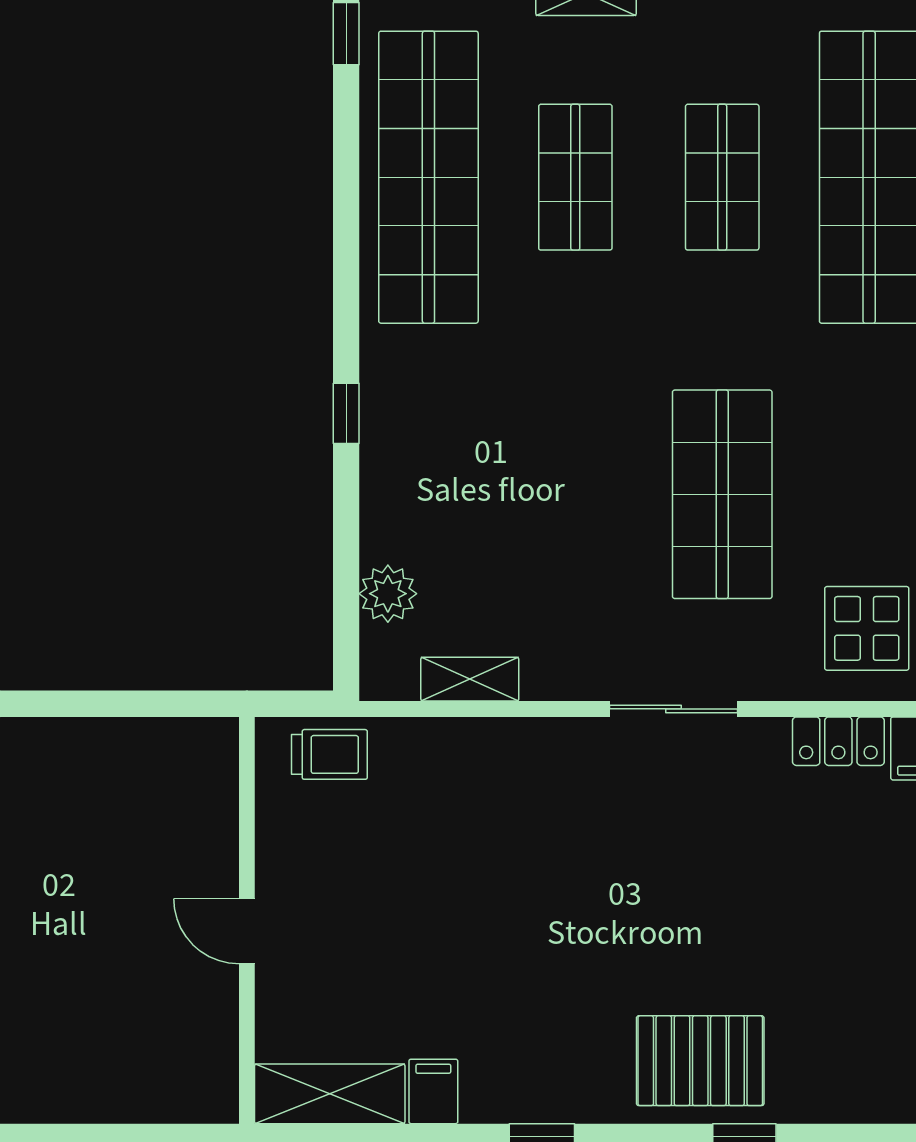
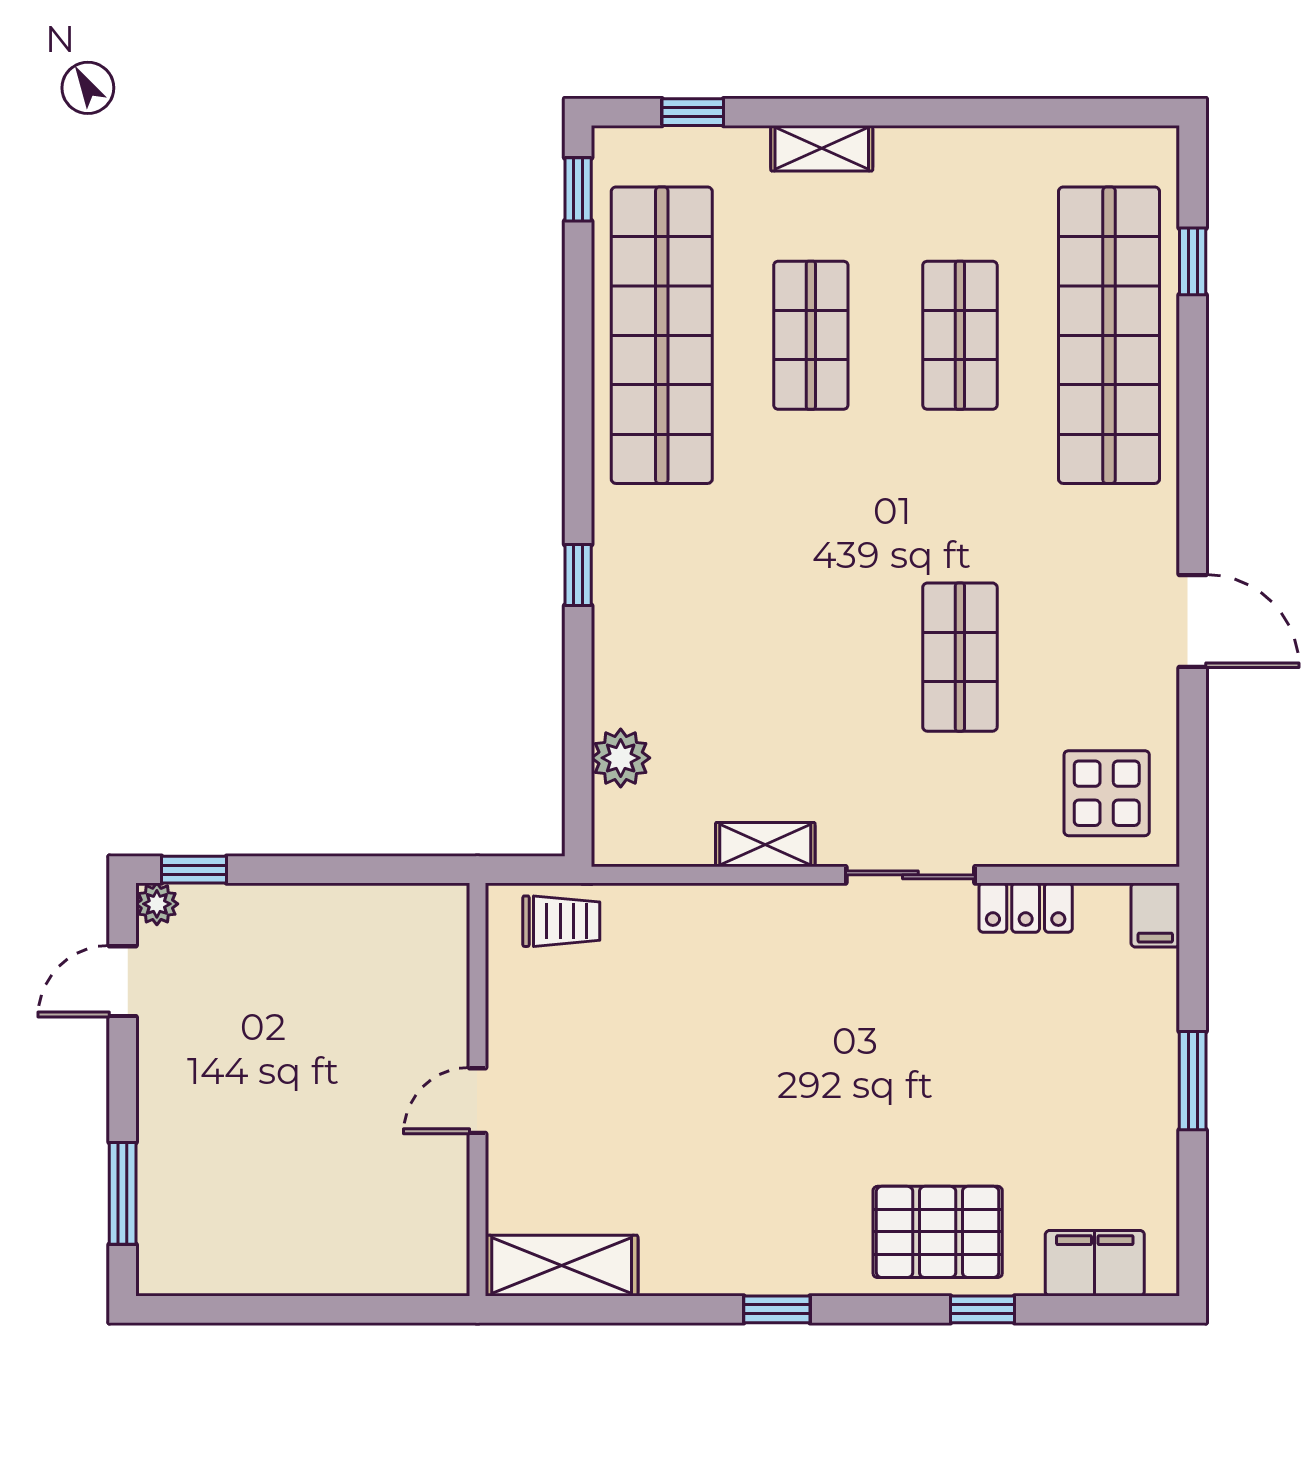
shop shelf: (722, 494) -> (960, 657), width x0.70, depth x0.74
shelving: (470, 679) -> (765, 845), moved
locker: (838, 741) -> (1026, 908), moved
door: (247, 931) -> (477, 1101), hinge flipped
filing cabinet: (433, 1091) -> (1095, 1263), moved, width x2.00

